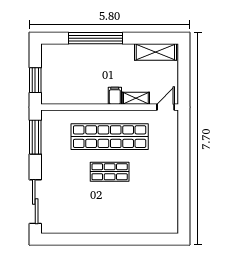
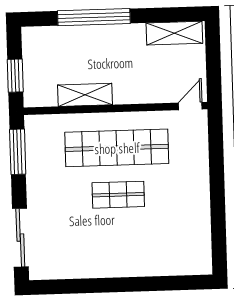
filing cabinet: (115, 96) -> (122, 93), removed
shelving: (136, 98) -> (85, 95), moved, width x1.50, depth x1.33

